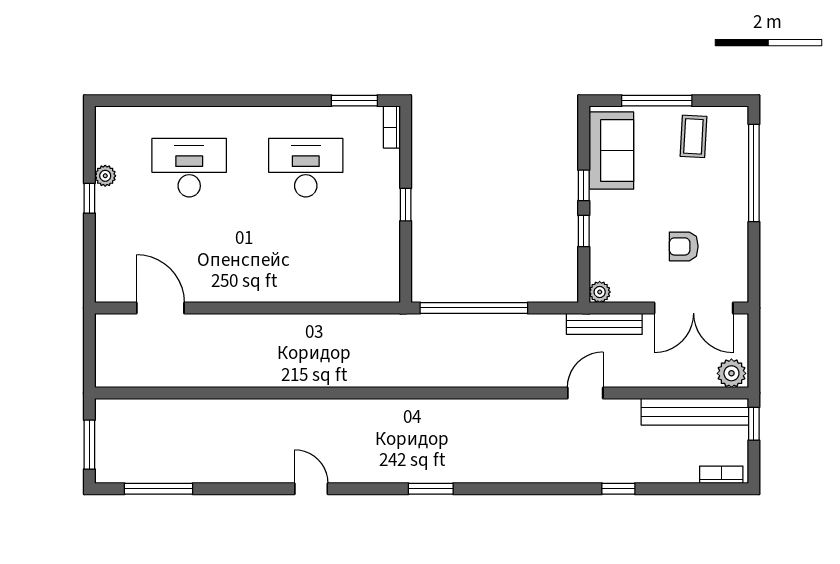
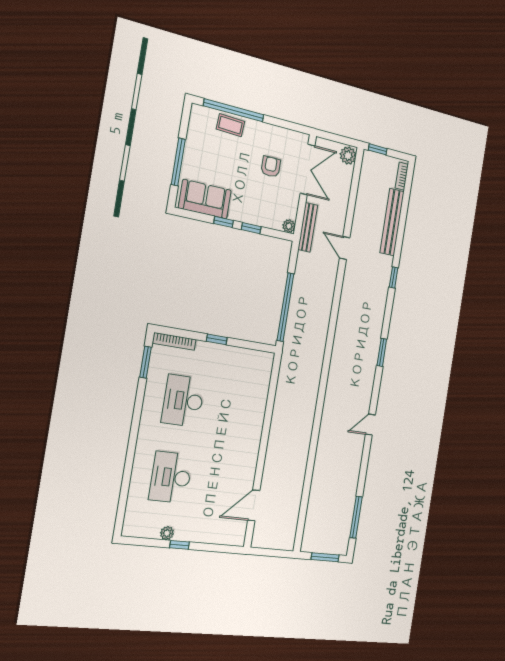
bookcase: (392, 127) -> (174, 341), width x1.56
coffee table: (693, 136) -> (230, 125), moved
armchair: (684, 246) -> (271, 167), turned 180
bench: (695, 412) -> (392, 222), moved
window: (618, 489) -> (394, 278), moved

